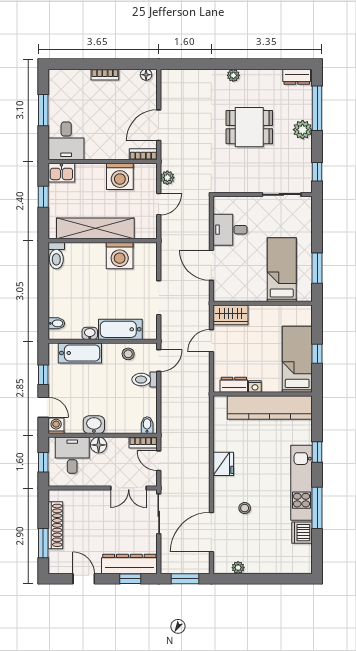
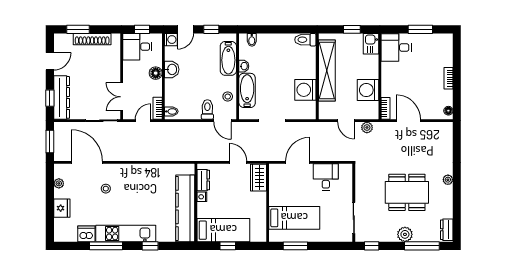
dining table: (249, 127) -> (407, 192), width x1.37
desk: (72, 455) -> (137, 47), moved, turned 180
fridge: (223, 464) -> (62, 208), moved, turned -90

